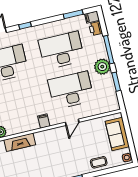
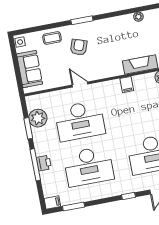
printer: (96, 29) -> (44, 163), moved
plant: (102, 67) -> (38, 118), moved
filing cabinet: (44, 121) -> (127, 85), moved
door: (72, 122) -> (80, 85), hinge flipped
armchair: (75, 155) -> (79, 47), added

